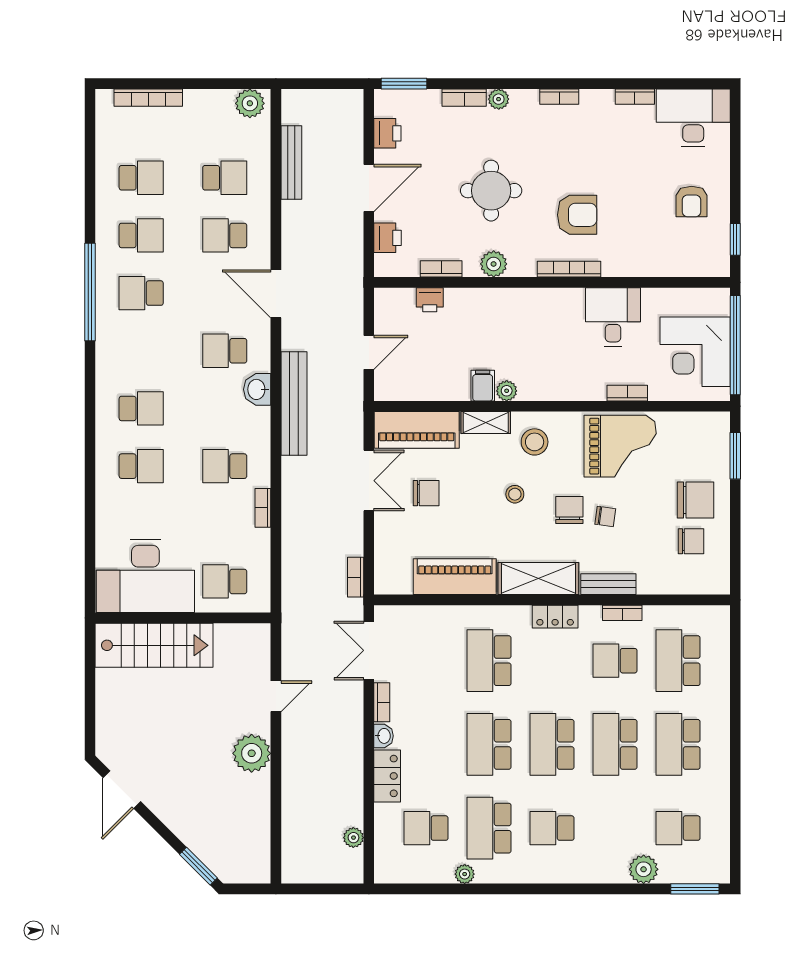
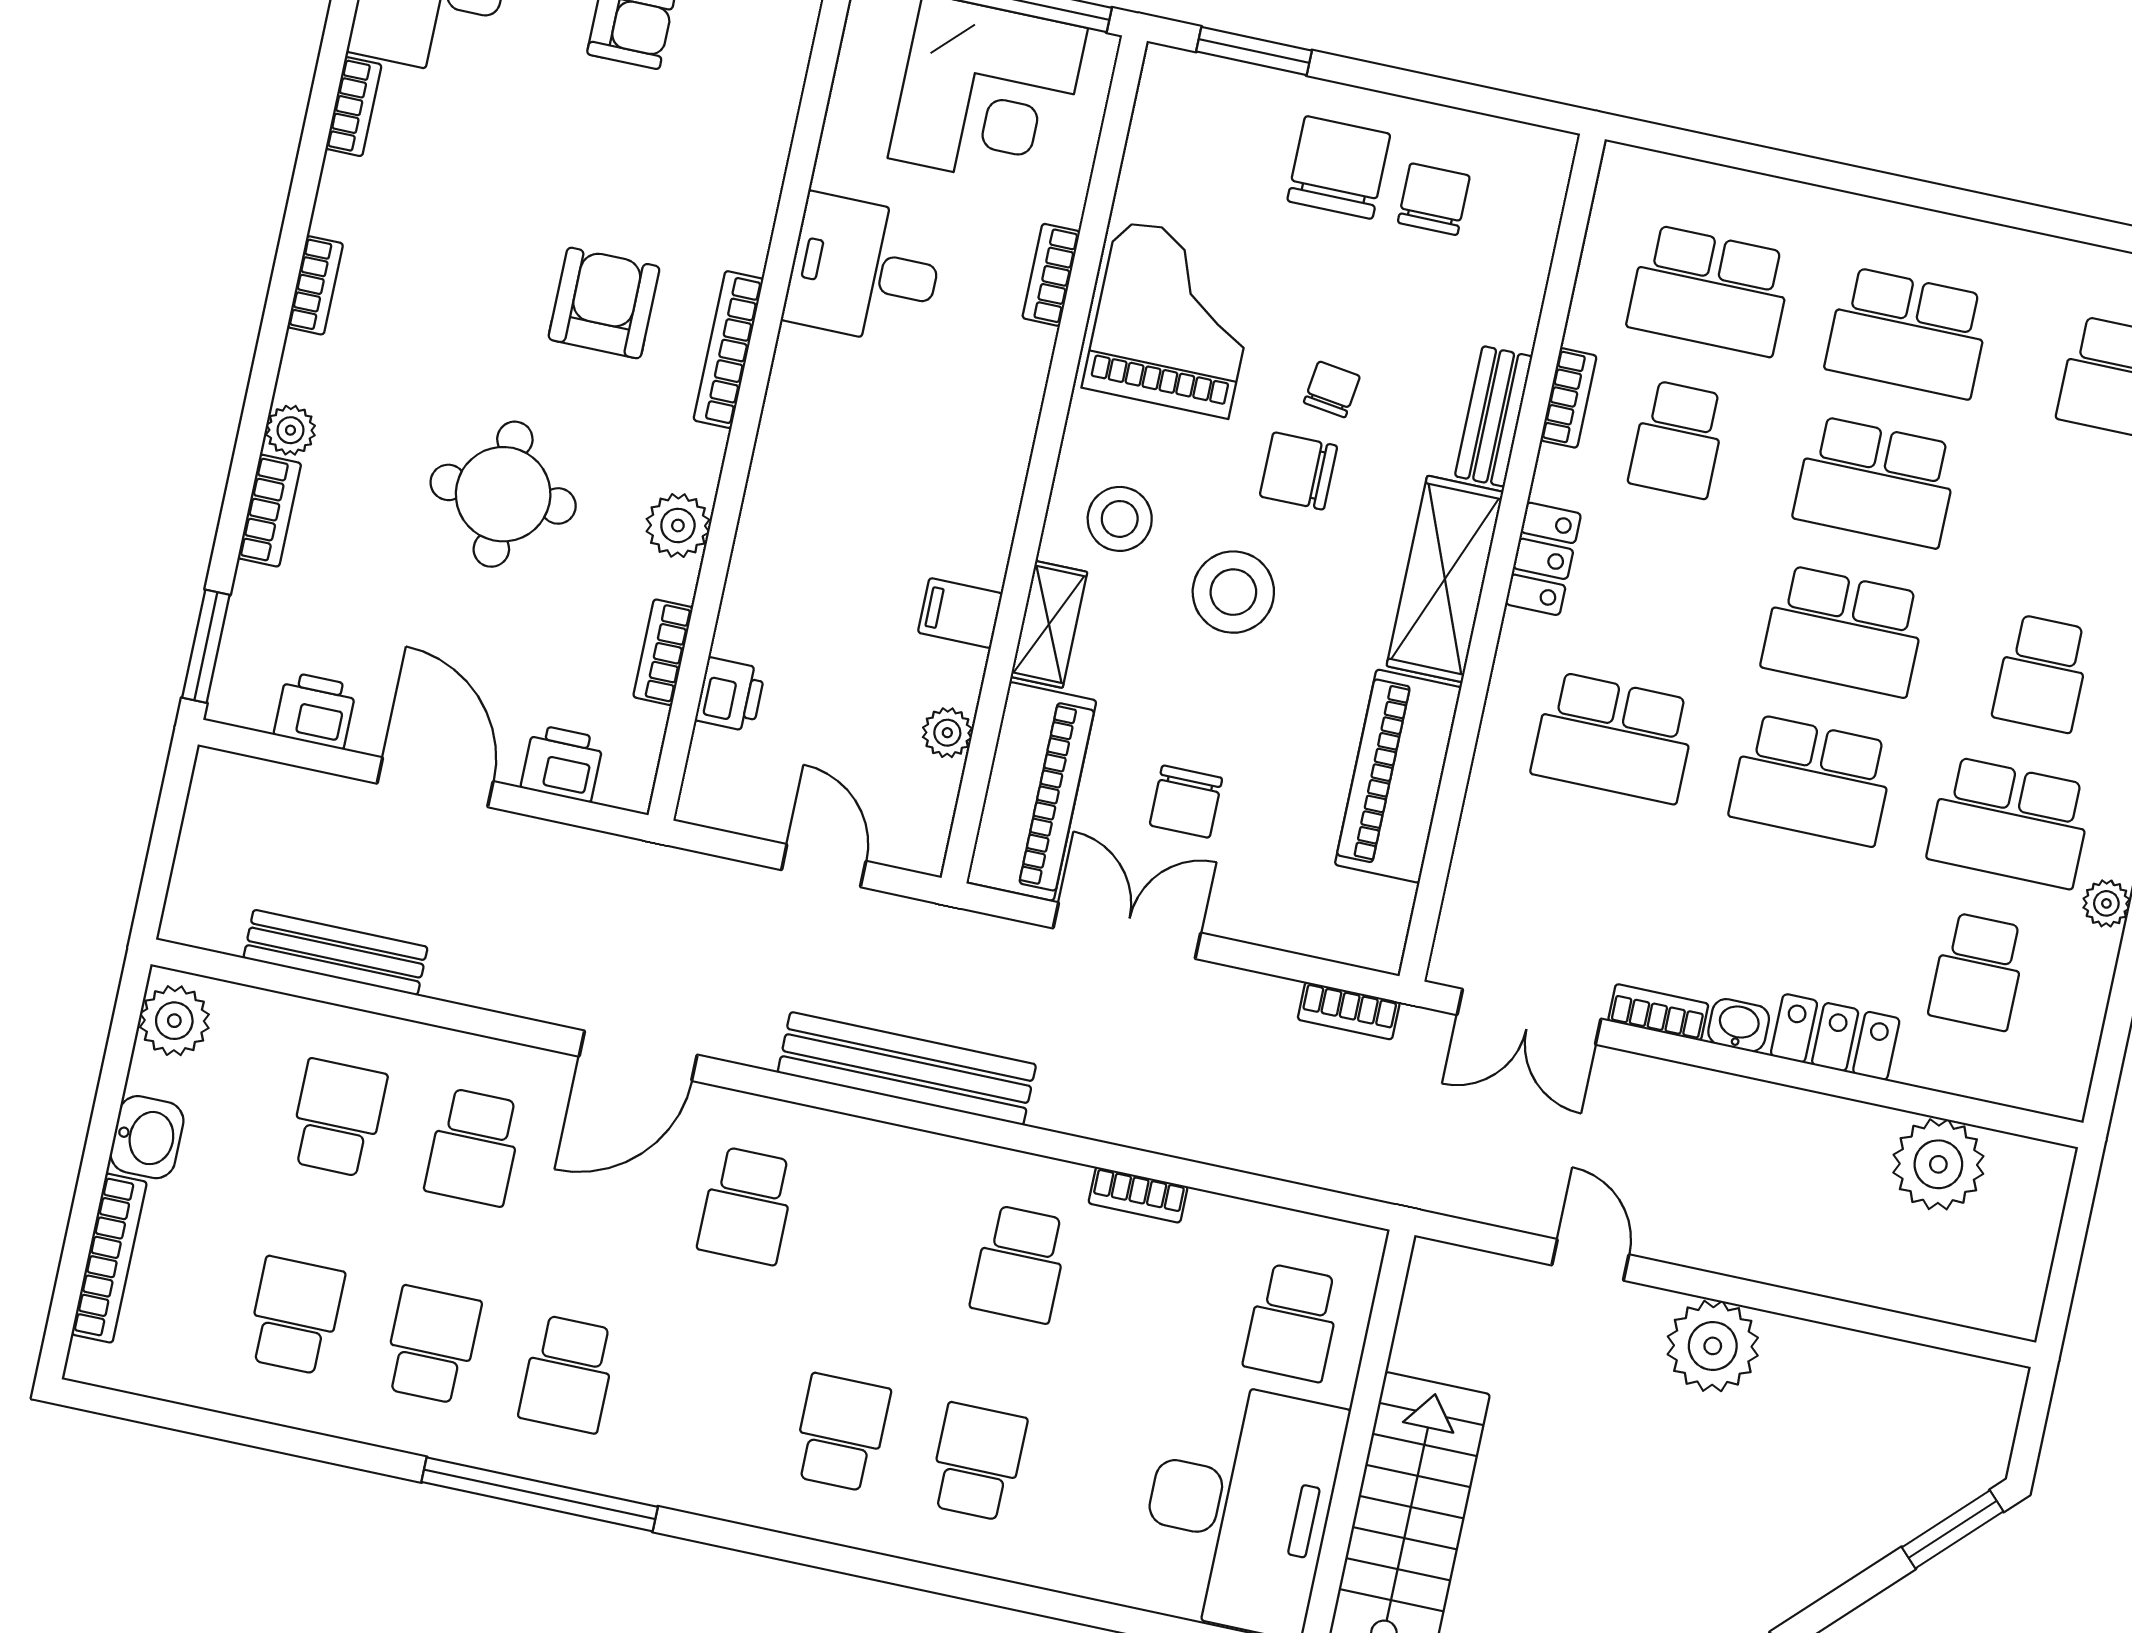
washbasin: (257, 389) -> (147, 1137), moved, turned -90
plant: (507, 391) -> (947, 733), moved
chair: (426, 493) -> (1186, 802), turned 180
stool: (515, 494) -> (1233, 592), width x1.89, depth x1.89
plant: (353, 838) -> (1938, 1164), width x1.88, depth x1.88

